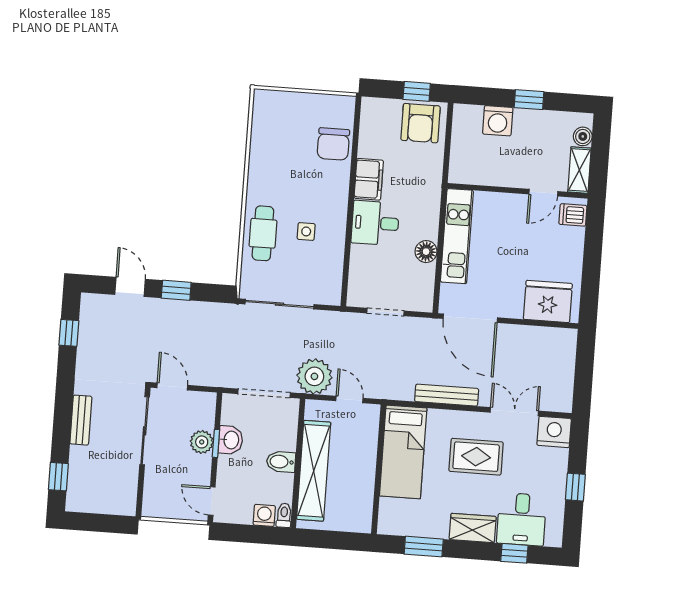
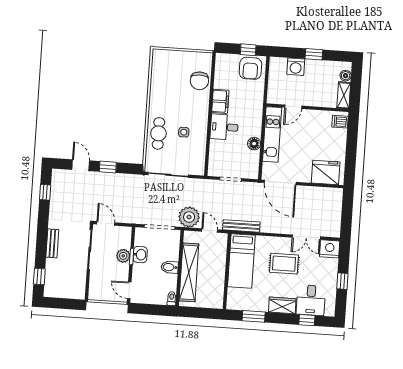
door: (543, 193) -> (293, 107), moved
bench: (447, 395) -> (241, 226), moved
double door: (514, 412) -> (306, 237), swing flipped
washing machine: (264, 515) -> (160, 299), removed

